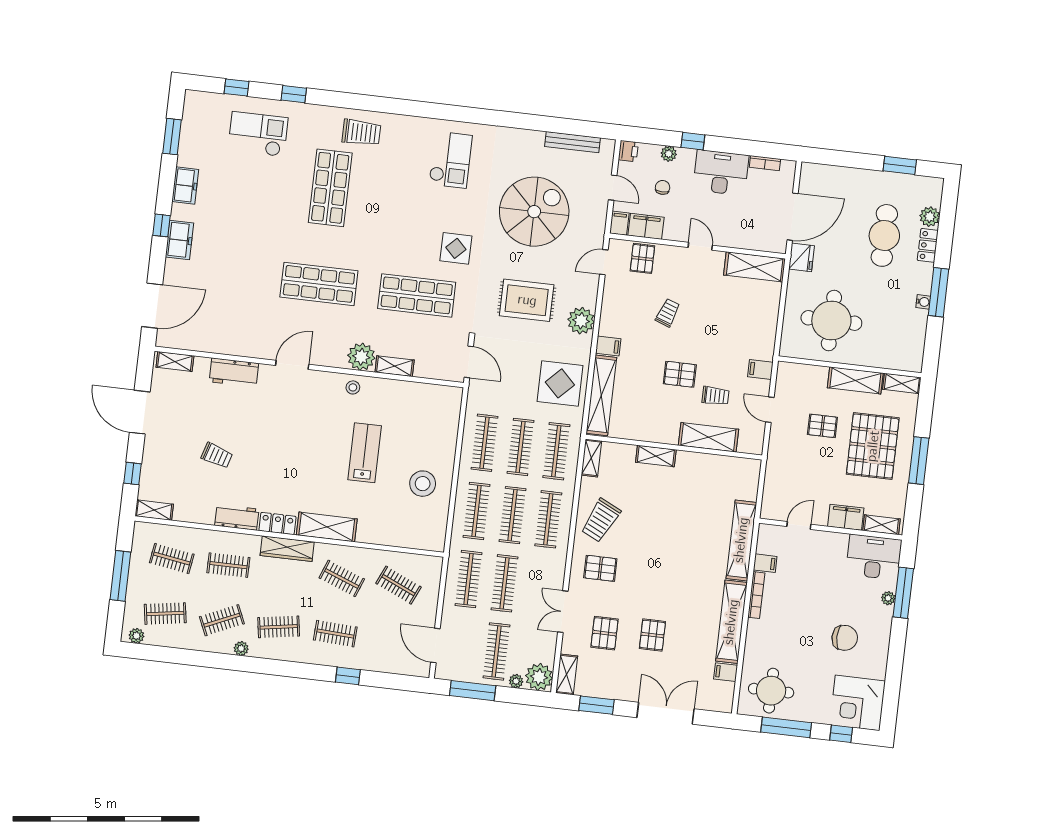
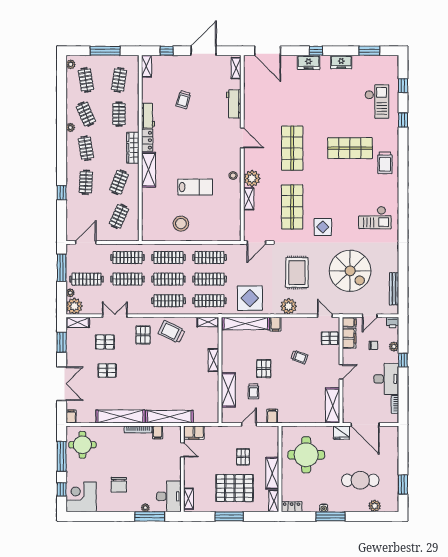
locker: (928, 245) -> (292, 507), moved
filing cabinet: (846, 517) -> (194, 433), moved, turned 90
filing cabinet: (726, 672) -> (71, 417), moved

